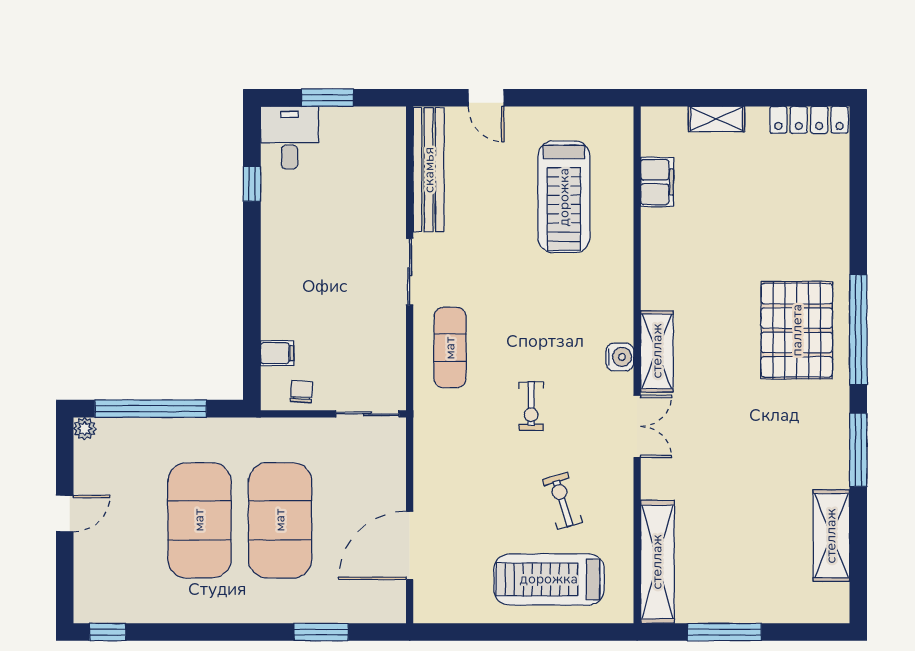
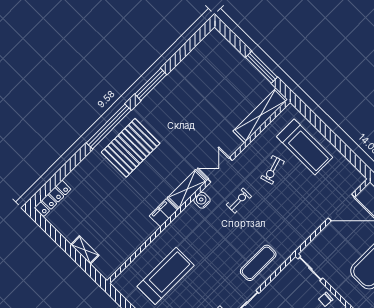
locker: (809, 120) -> (53, 198), moved, turned 90
filing cabinet: (657, 182) -> (163, 213), moved
exercise bike: (531, 406) -> (239, 201), moved
shelving: (831, 536) -> (190, 64), removed

